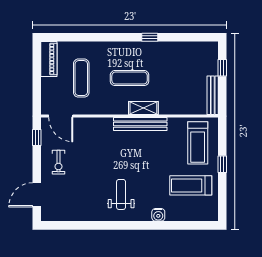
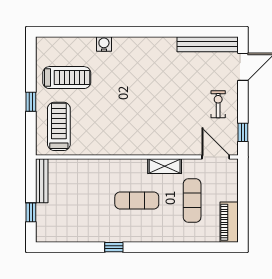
shelving: (143, 108) -> (165, 166), moved
bench: (140, 124) -> (208, 44), moved
weight bench: (121, 194) -> (147, 67), removed

